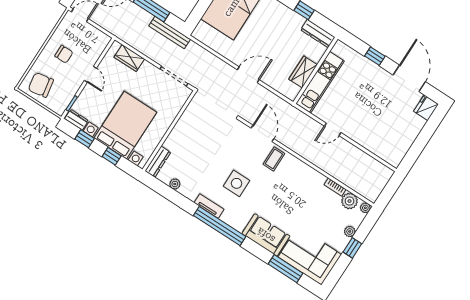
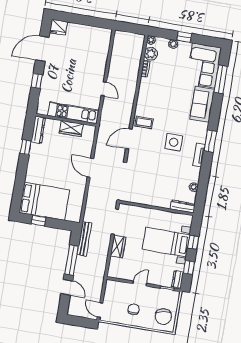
wardrobe: (129, 58) -> (118, 246), moved
bed with nightstands: (125, 125) -> (166, 242), width x0.73
window: (220, 226) -> (210, 141), width x0.47

